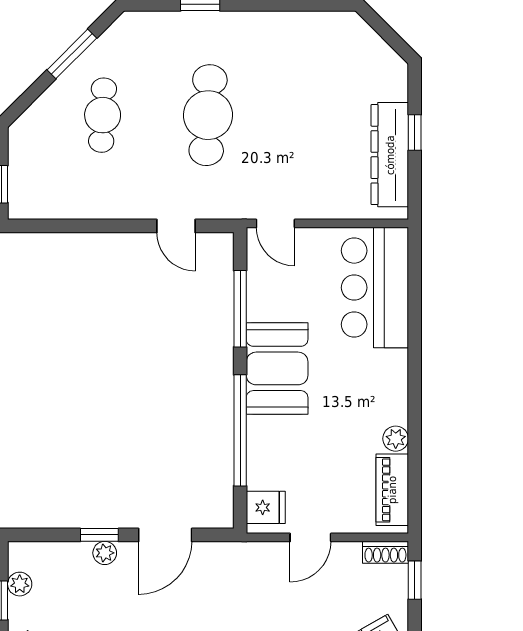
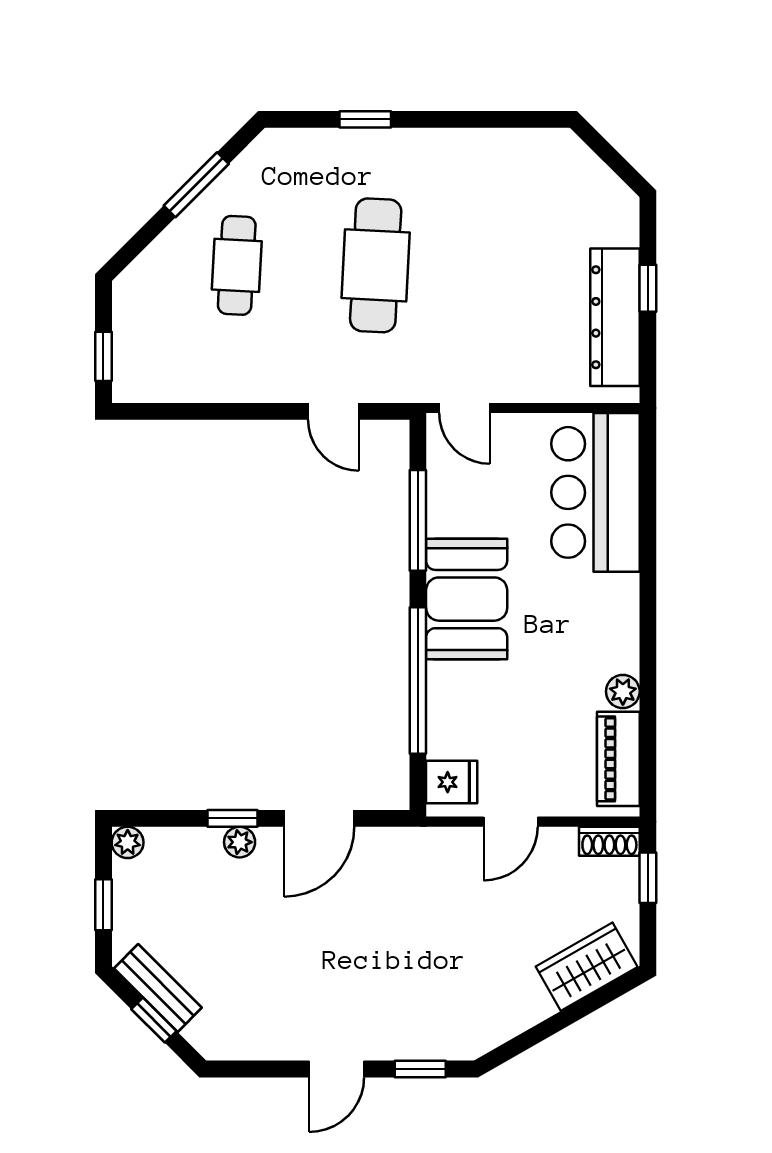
plant: (20, 584) -> (128, 842), moved

